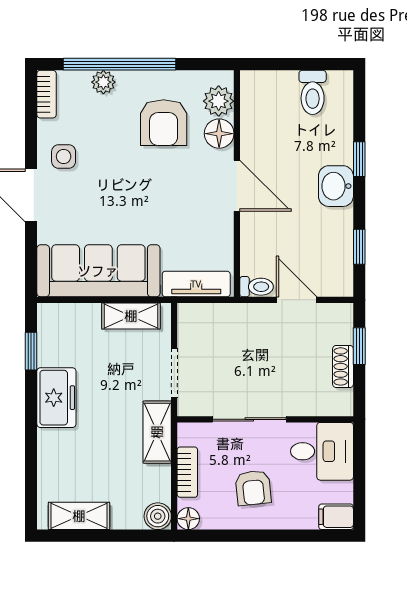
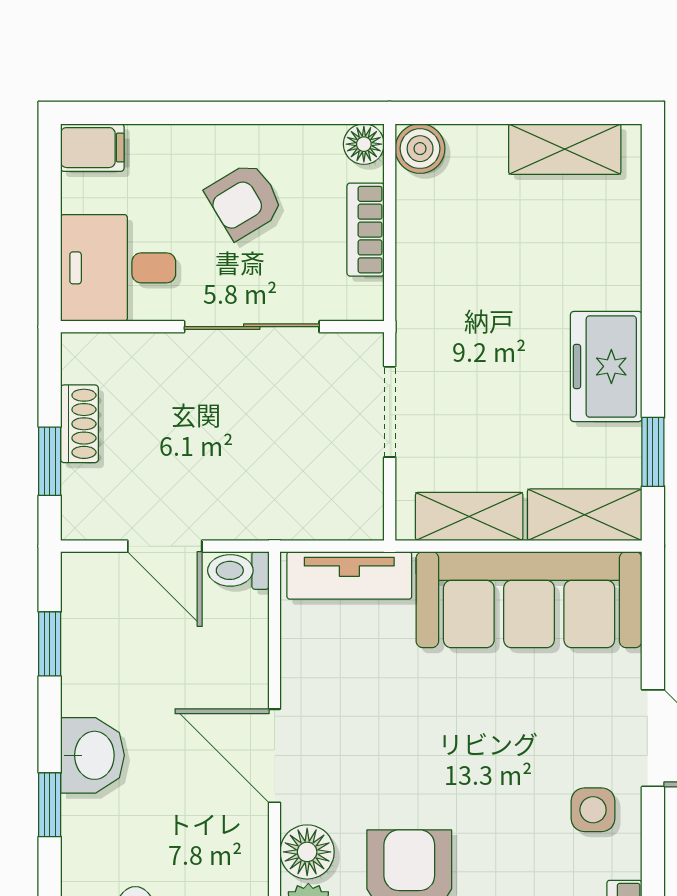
shelving: (157, 432) -> (585, 515), moved, turned 90
armchair: (253, 488) -> (245, 201), turned -115

